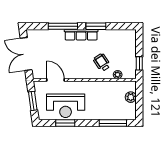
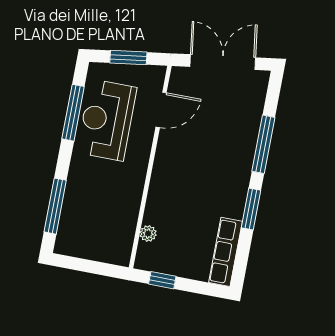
row of seats: (81, 35) -> (225, 252), moved
wheelchair: (102, 62) -> (178, 207), removed
plant: (131, 97) -> (99, 251), removed
window: (65, 123) -> (73, 113), width x1.44

